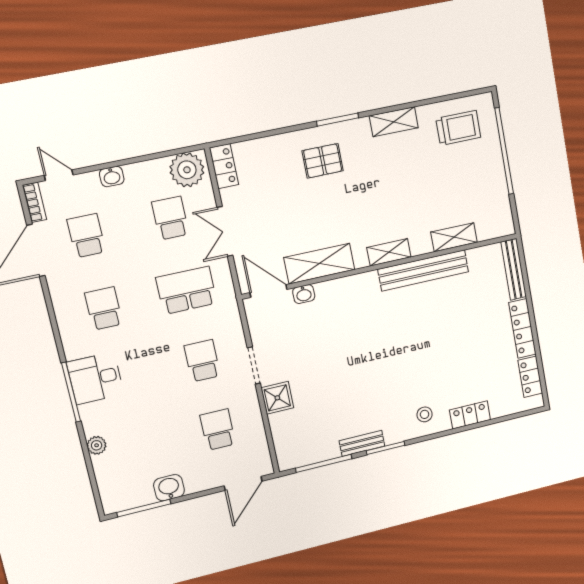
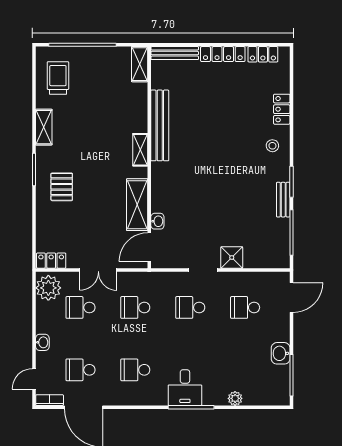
shelving: (454, 237) -> (140, 64), moved
school desk: (187, 290) -> (135, 307), width x0.54
door: (243, 483) -> (292, 297), hinge flipped

